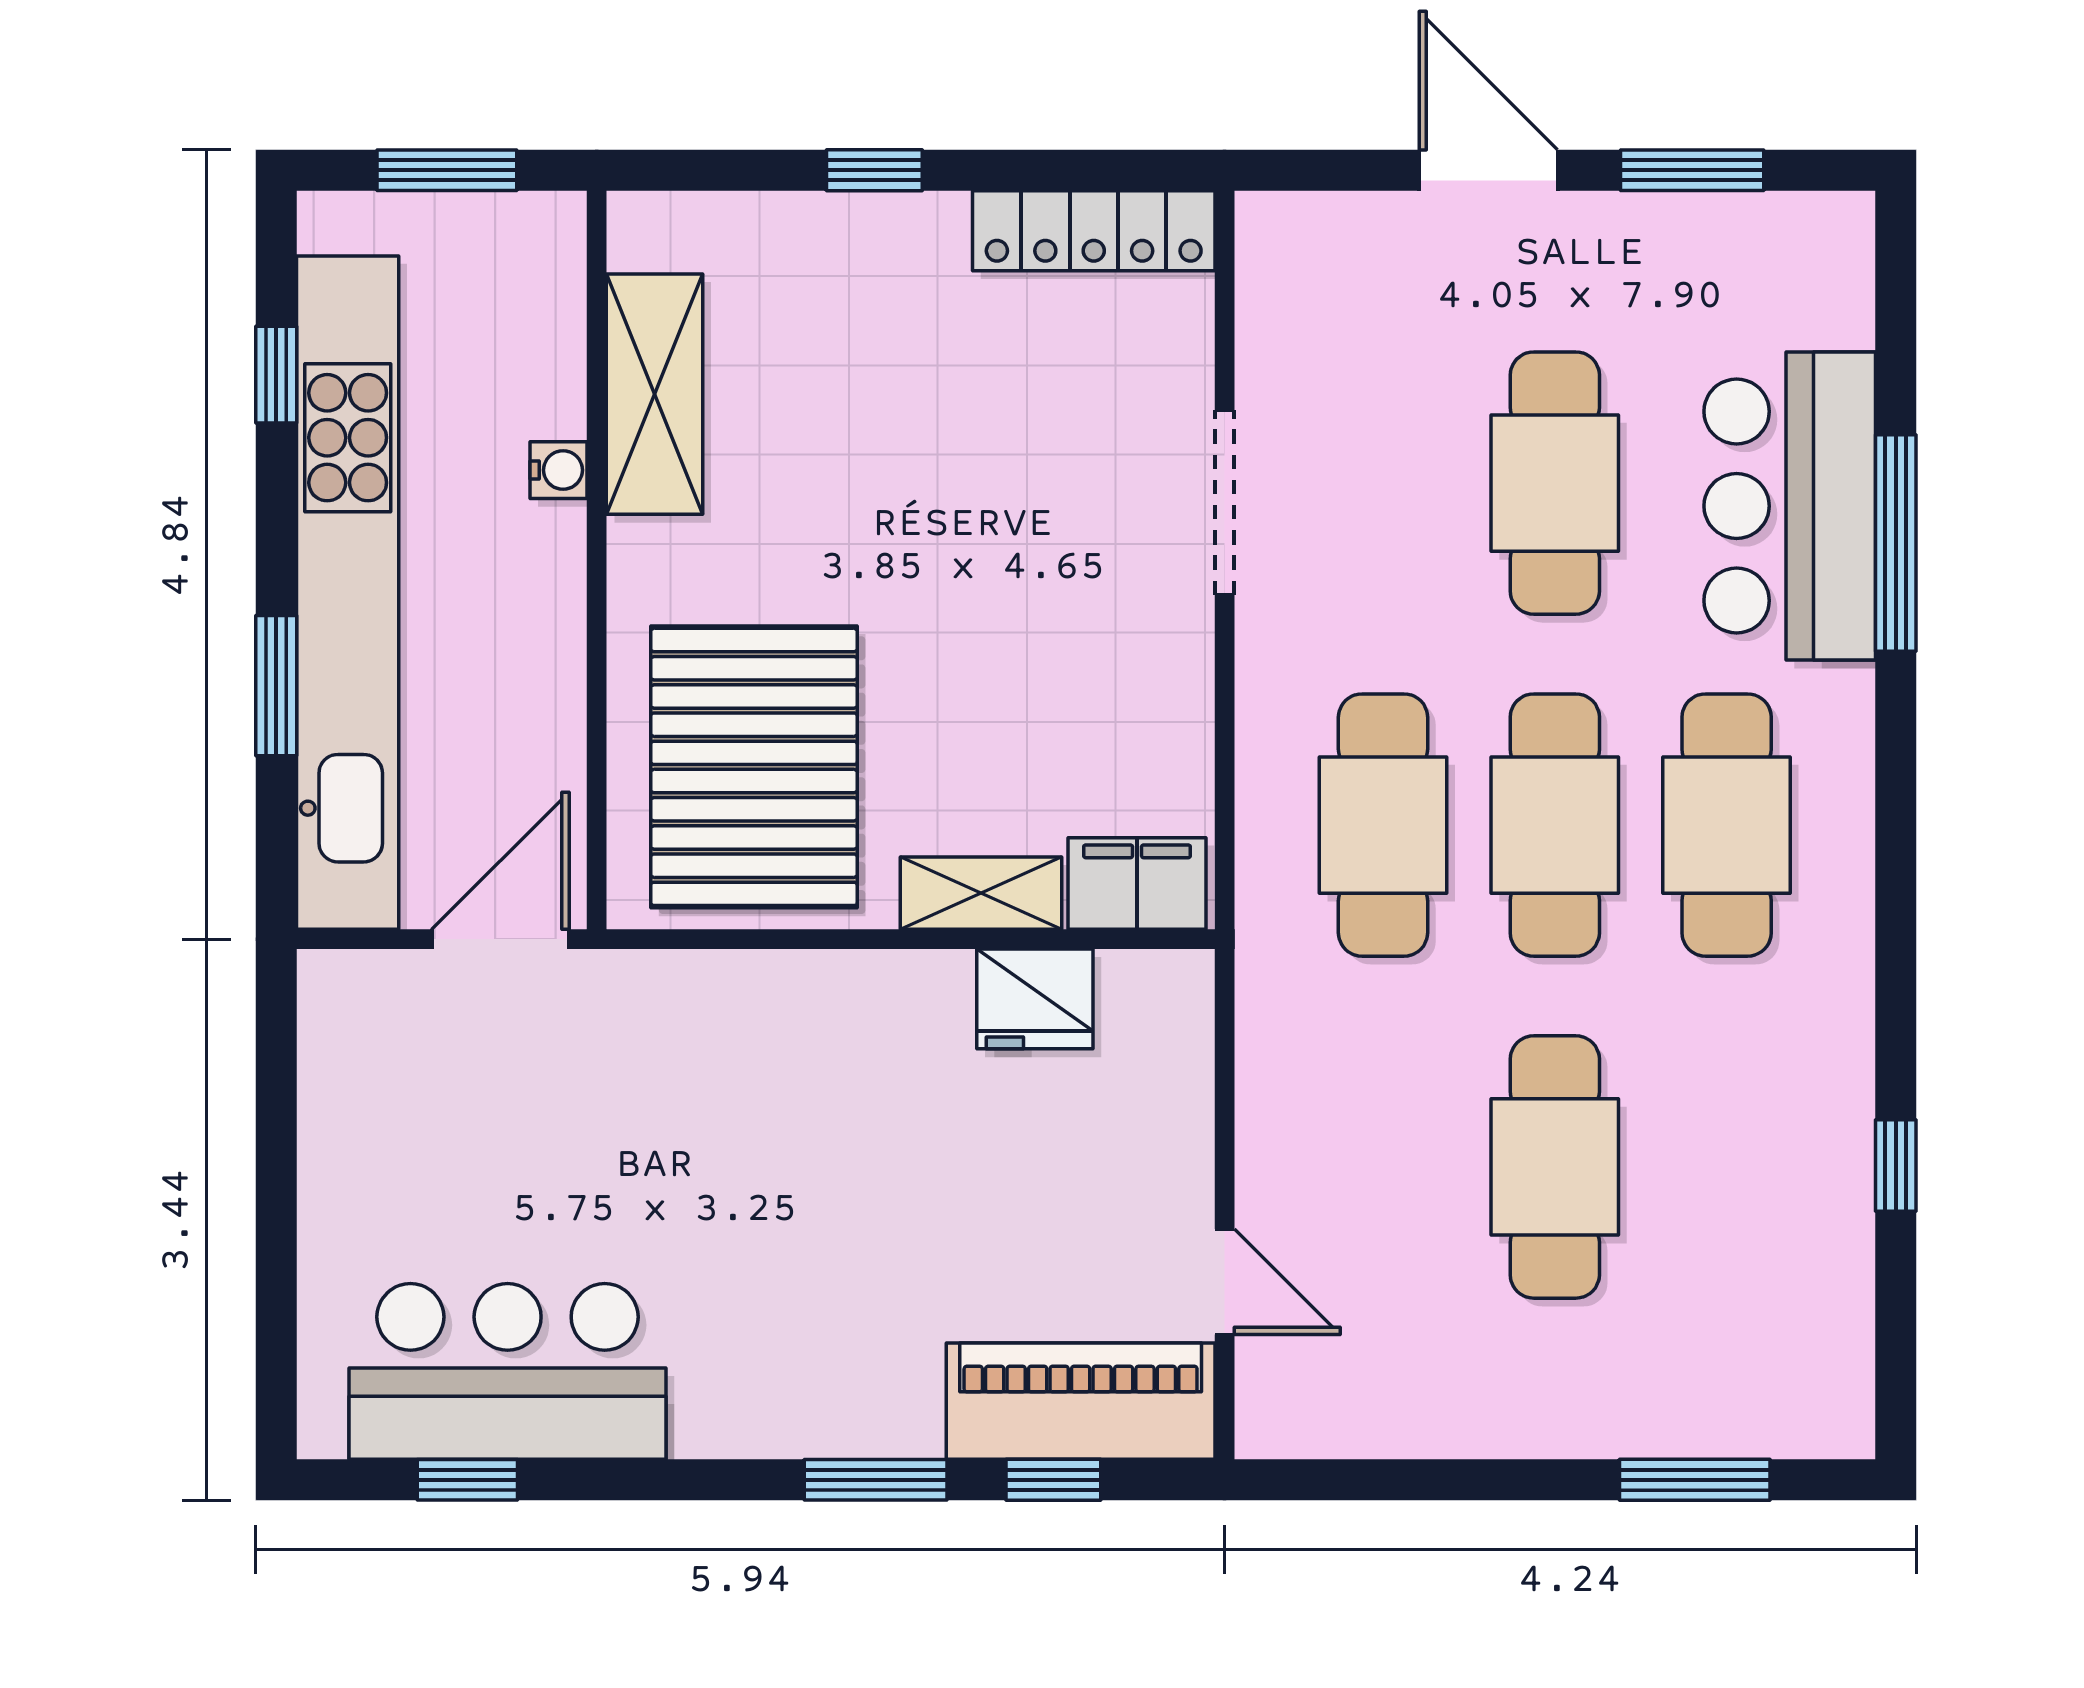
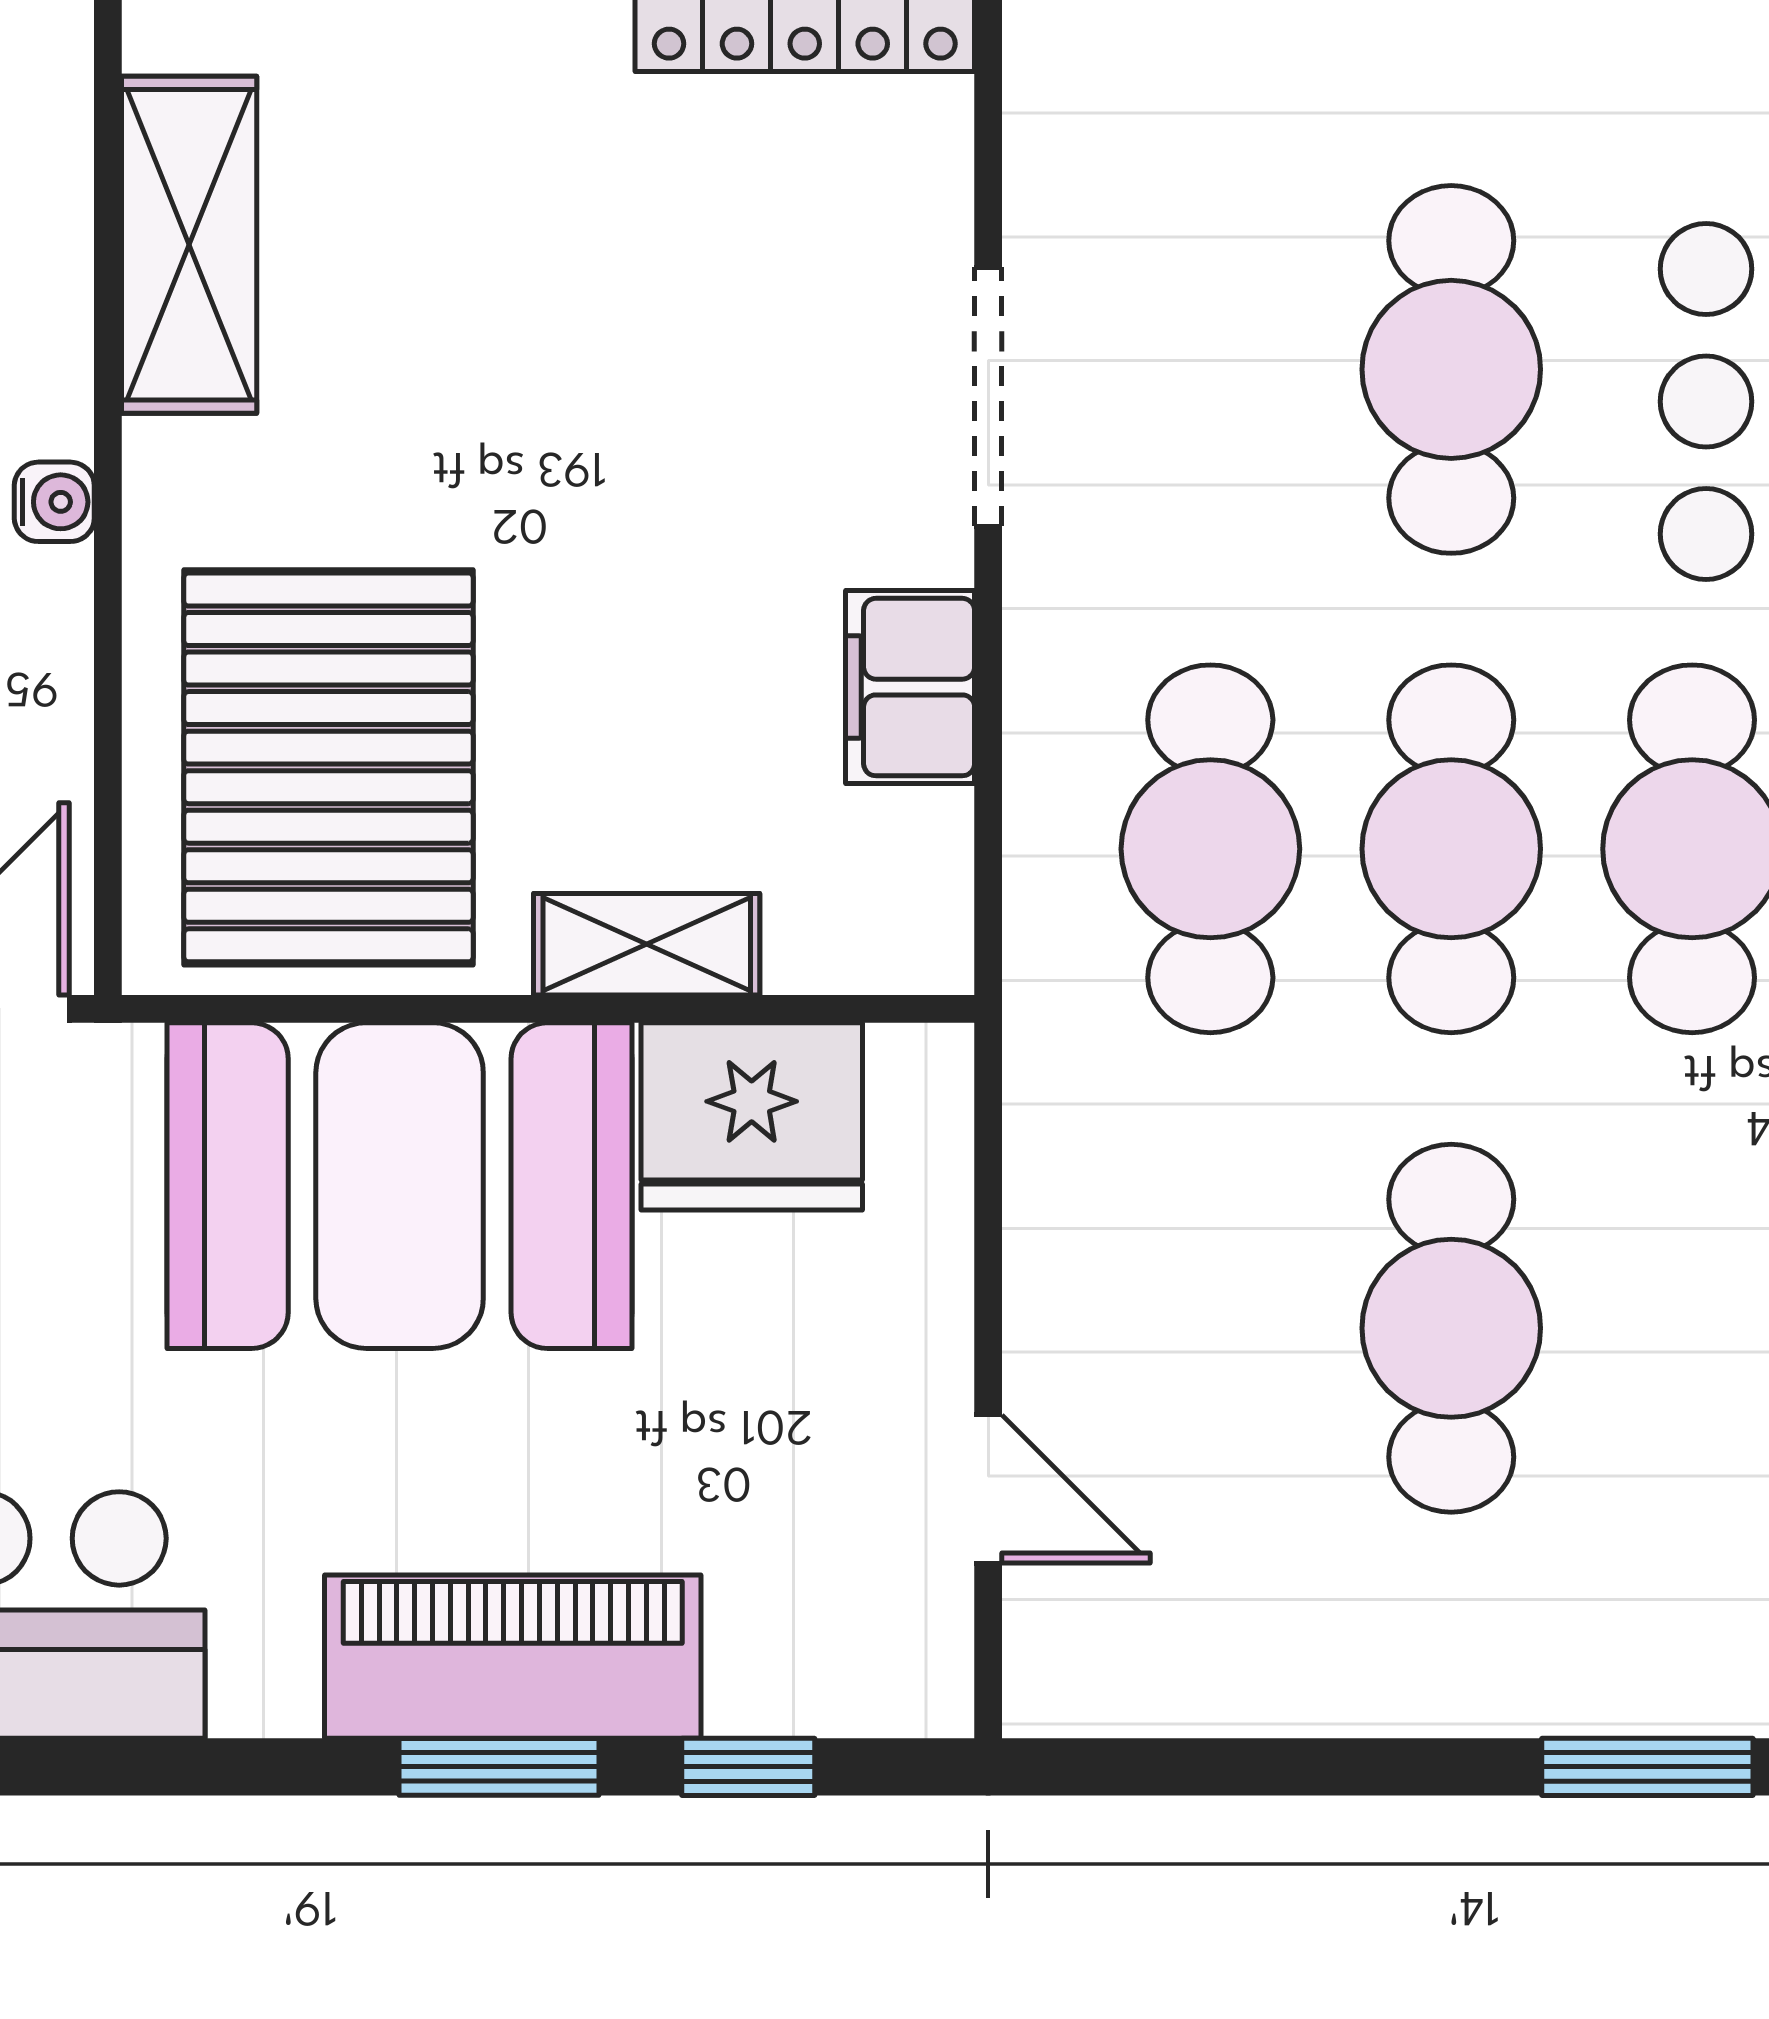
water cooler: (558, 470) -> (54, 502), moved
filing cabinet: (1137, 883) -> (910, 687), moved, turned -90
fridge: (1035, 999) -> (752, 1116), width x1.36, depth x1.34
booth: (805, 1065) -> (400, 1186), added
piano: (1081, 1401) -> (513, 1657), moved

